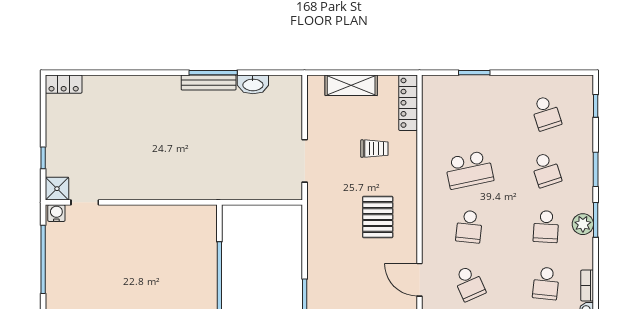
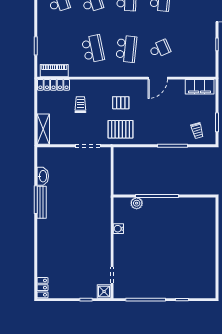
shelving: (351, 85) -> (43, 129), moved
piano: (432, 104) -> (54, 71), added
water cooler: (56, 213) -> (118, 229), moved
pallet: (333, 217) -> (121, 129), added
pallet: (378, 217) -> (121, 103), width x0.67, depth x0.71
school desk: (469, 227) -> (126, 49), width x1.85
plant: (207, 244) -> (137, 203), added

